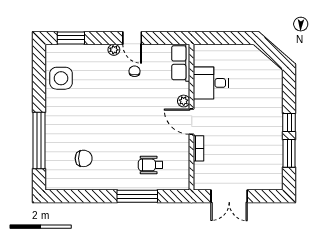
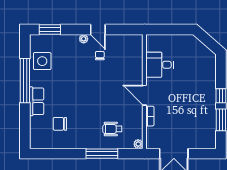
row of seats: (181, 63) -> (37, 101), moved, turned 180
plant: (184, 101) -> (138, 144), moved
window: (39, 141) -> (25, 81), moved
chair: (84, 158) -> (60, 124), turned 180

